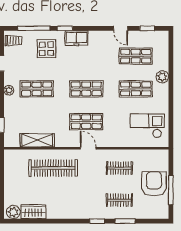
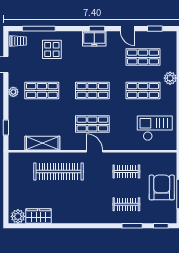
window: (65, 28) -> (97, 29), moved
freezer: (76, 38) -> (94, 39), moved
window: (97, 221) -> (161, 226), moved

